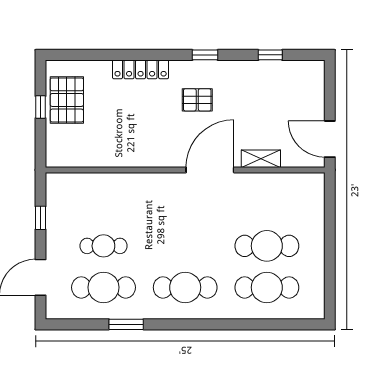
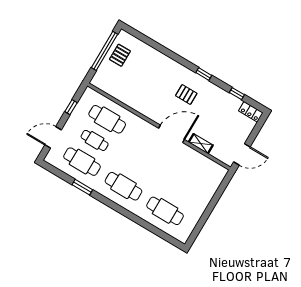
locker: (141, 69) -> (251, 112), moved, width x0.66
pallet: (67, 100) -> (120, 55), width x0.67, depth x0.71
window: (41, 107) -> (104, 51), width x3.17
door: (330, 139) -> (242, 154), swing flipped
cafe table: (267, 246) -> (107, 119), moved

